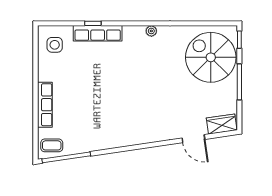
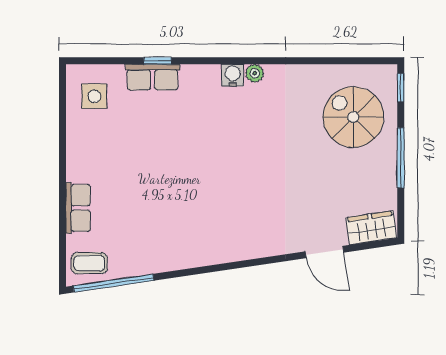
water cooler: (138, 32) -> (233, 75), added
row of seats: (98, 33) -> (153, 77), width x0.68
spiral stairs: (211, 57) -> (353, 117), width x0.73, depth x0.73
row of seats: (45, 105) -> (78, 208), width x0.68

